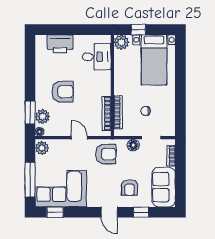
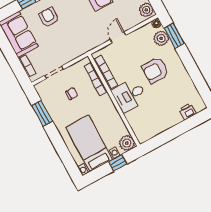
printer: (60, 44) -> (188, 112), width x0.53, depth x0.68
desk: (97, 57) -> (130, 95), moved
window: (180, 108) -> (42, 113), added
door: (79, 138) -> (118, 37), swing flipped
floor lamp: (133, 145) -> (66, 57), removed
armchair: (106, 154) -> (86, 36), removed

